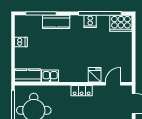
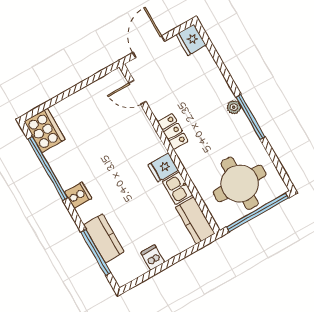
cooker: (90, 21) -> (78, 195), moved
kitchen counter: (56, 22) -> (104, 238), moved
fridge: (95, 75) -> (163, 167), moved

